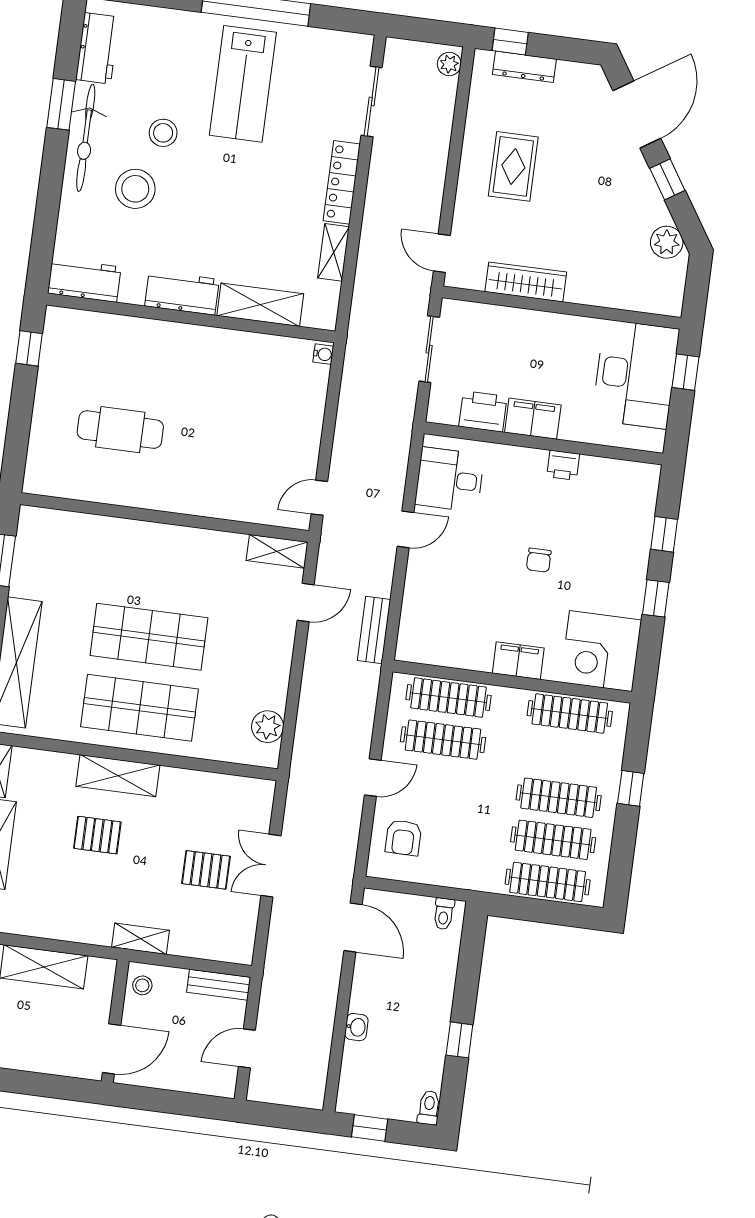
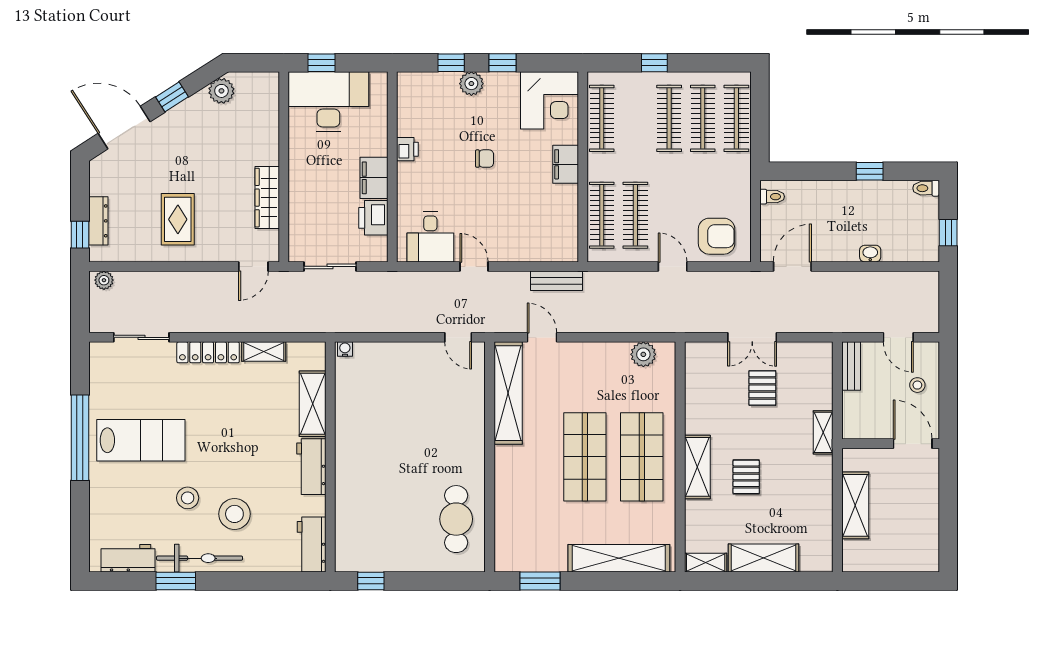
rug: (513, 166) -> (178, 219), turned 90
cafe table: (120, 430) -> (456, 519), moved
shelving: (277, 551) -> (508, 393), width x2.20, depth x1.33
plant: (635, 556) -> (471, 84), added
armchair: (403, 838) -> (717, 236), width x1.38, depth x1.38
stool: (142, 985) -> (917, 385), moved

